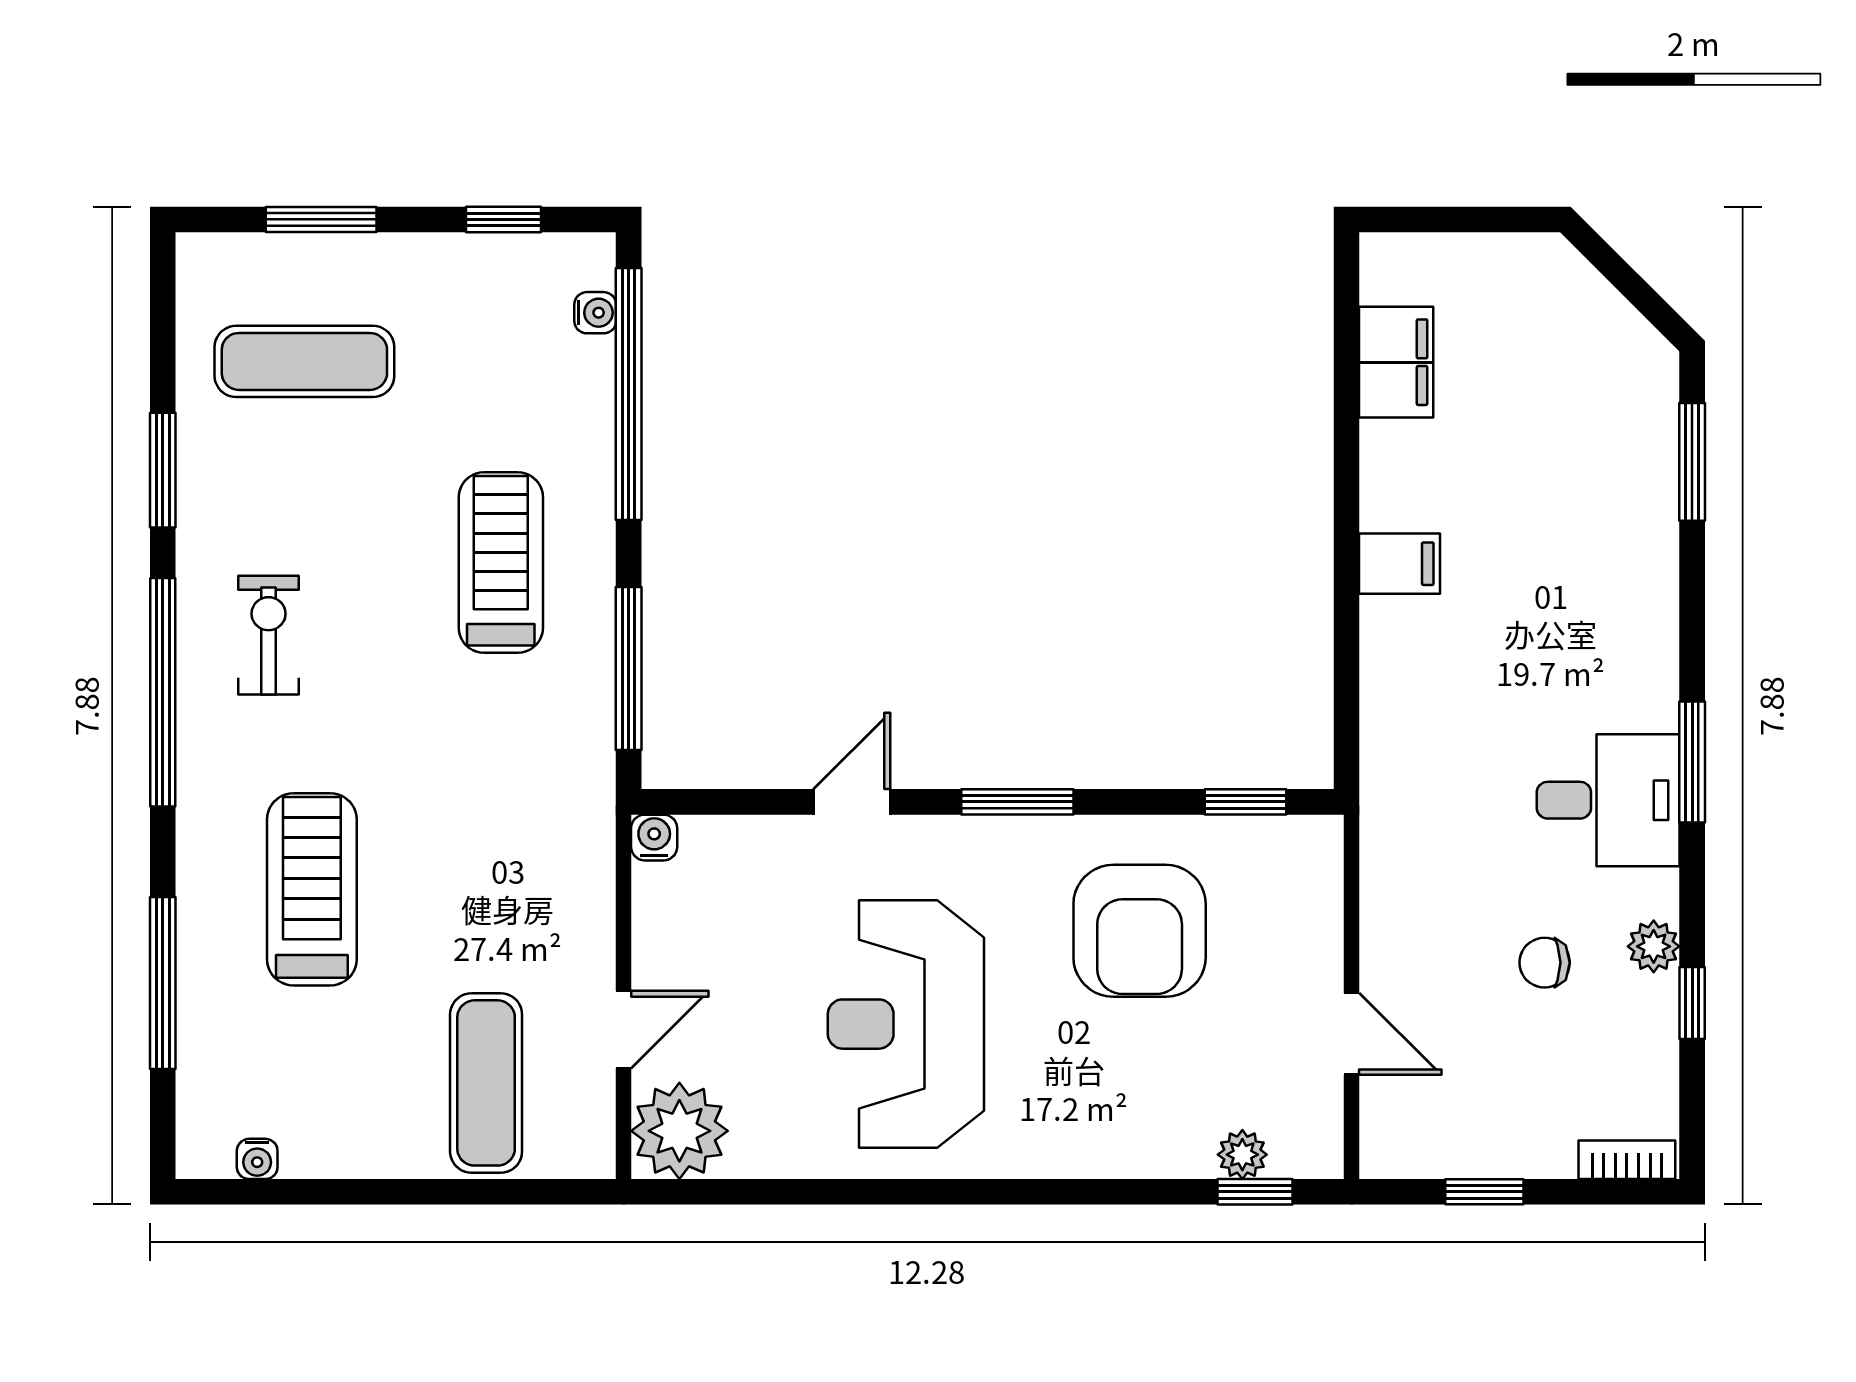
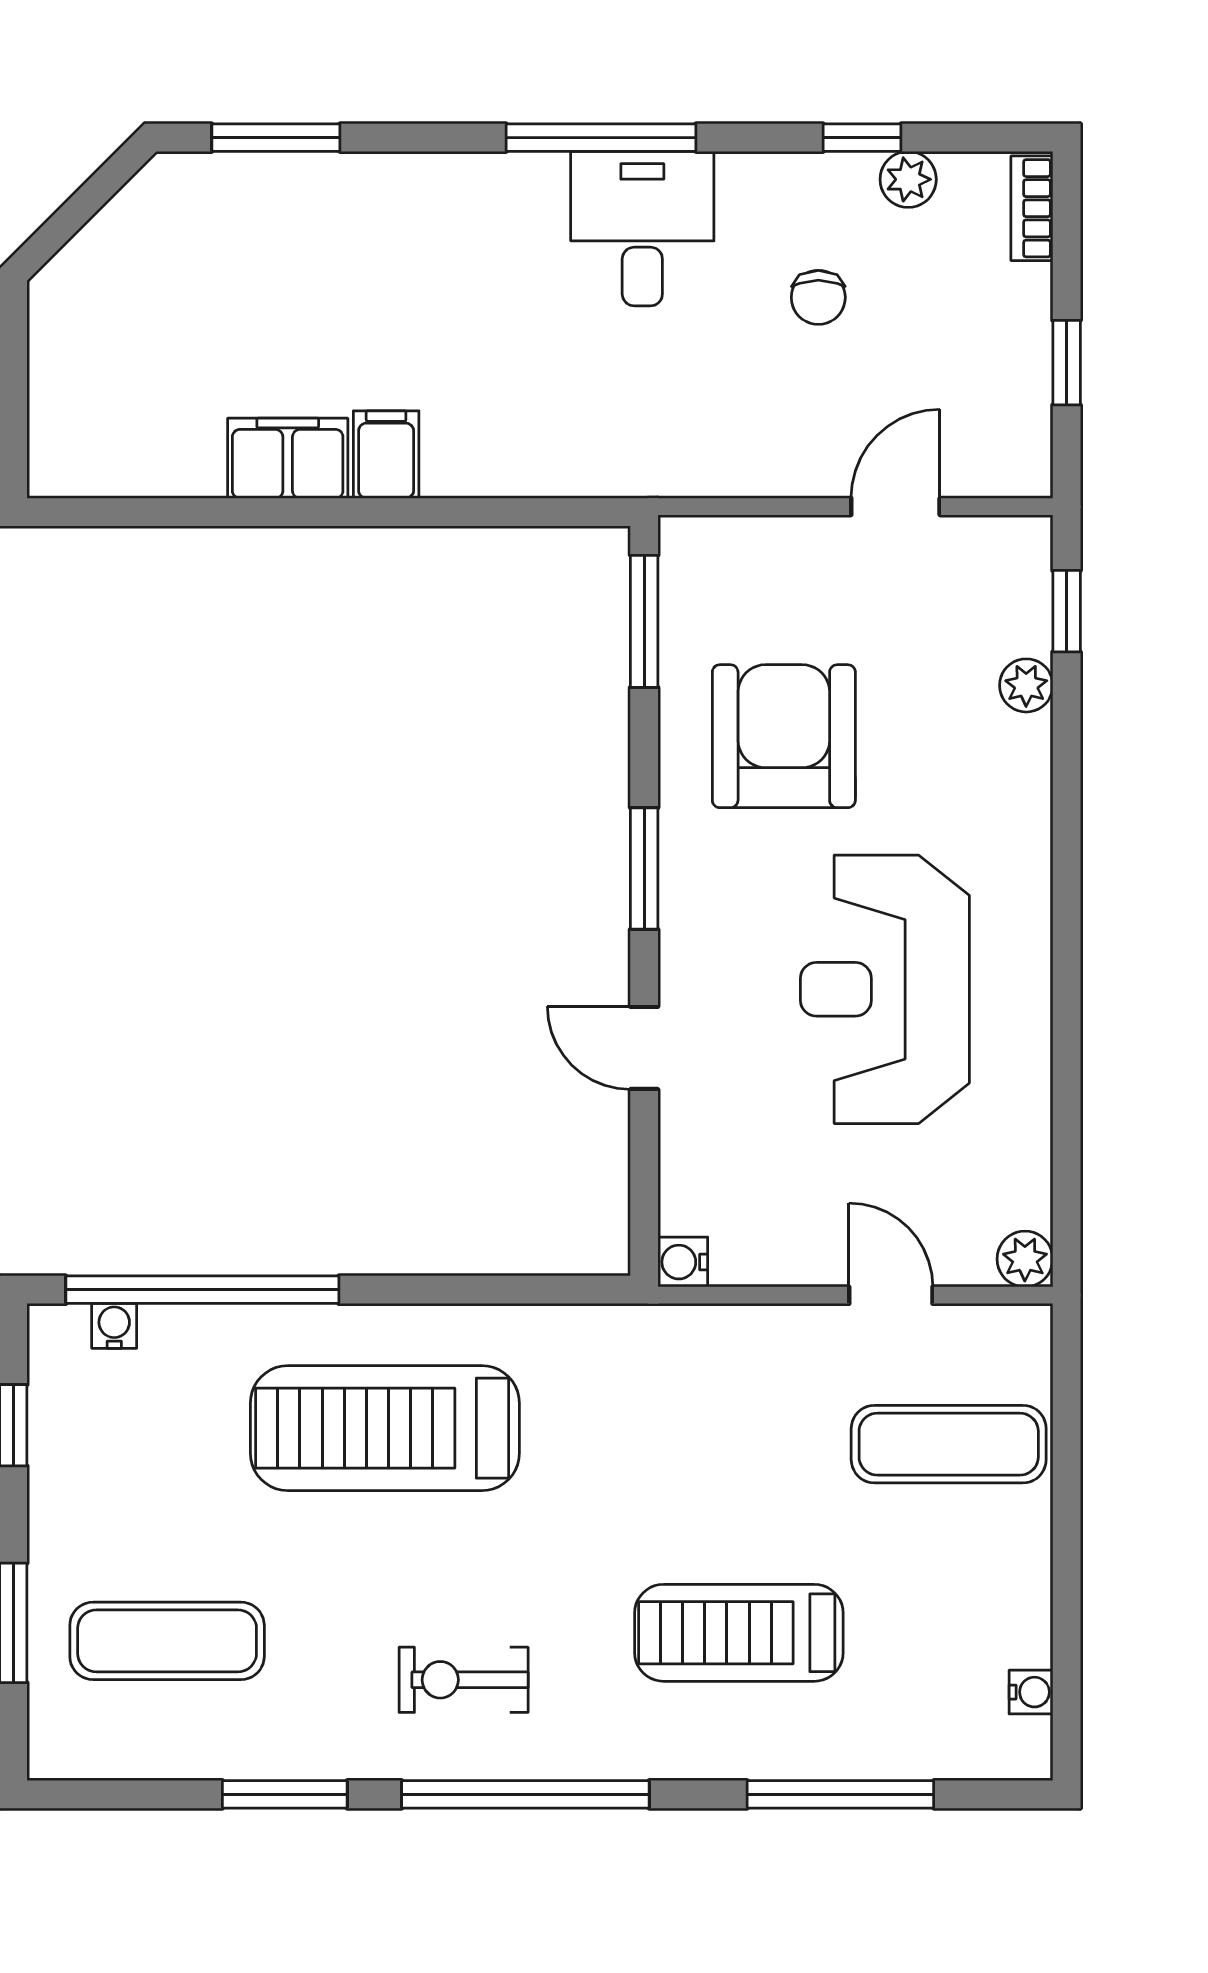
exercise mat: (304, 361) -> (167, 1641), turned 90
filing cabinet: (1396, 362) -> (288, 458), moved
treadmill: (501, 563) -> (385, 1428), width x1.37, depth x1.38
window: (629, 669) -> (500, 1290), removed
window: (1692, 762) -> (601, 138), width x1.44
window: (1246, 802) -> (644, 621), width x1.50
armchair: (1140, 931) -> (784, 736), turned -90
plant: (1654, 946) -> (908, 179), moved
reception desk: (906, 1024) -> (885, 989), turned 90
plant: (679, 1131) -> (1025, 1259), width x0.53, depth x0.53
plant: (1242, 1155) -> (1026, 685), moved

